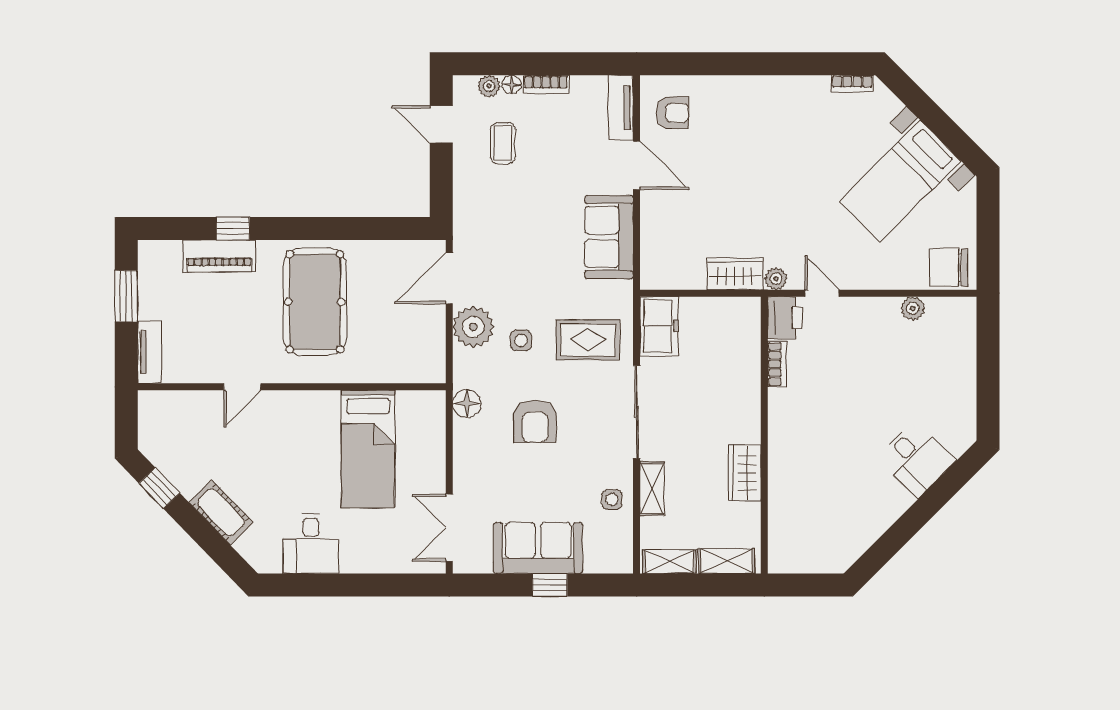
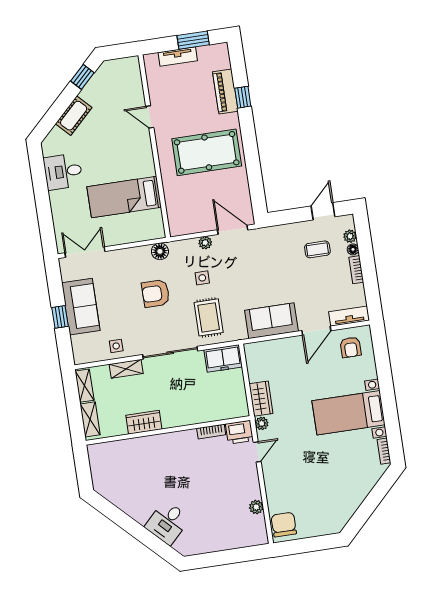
bed with nightstands: (900, 181) -> (349, 413), moved, turned -45
plant: (473, 327) -> (205, 243), width x0.53, depth x0.53
tv unit: (150, 352) -> (178, 57), moved

